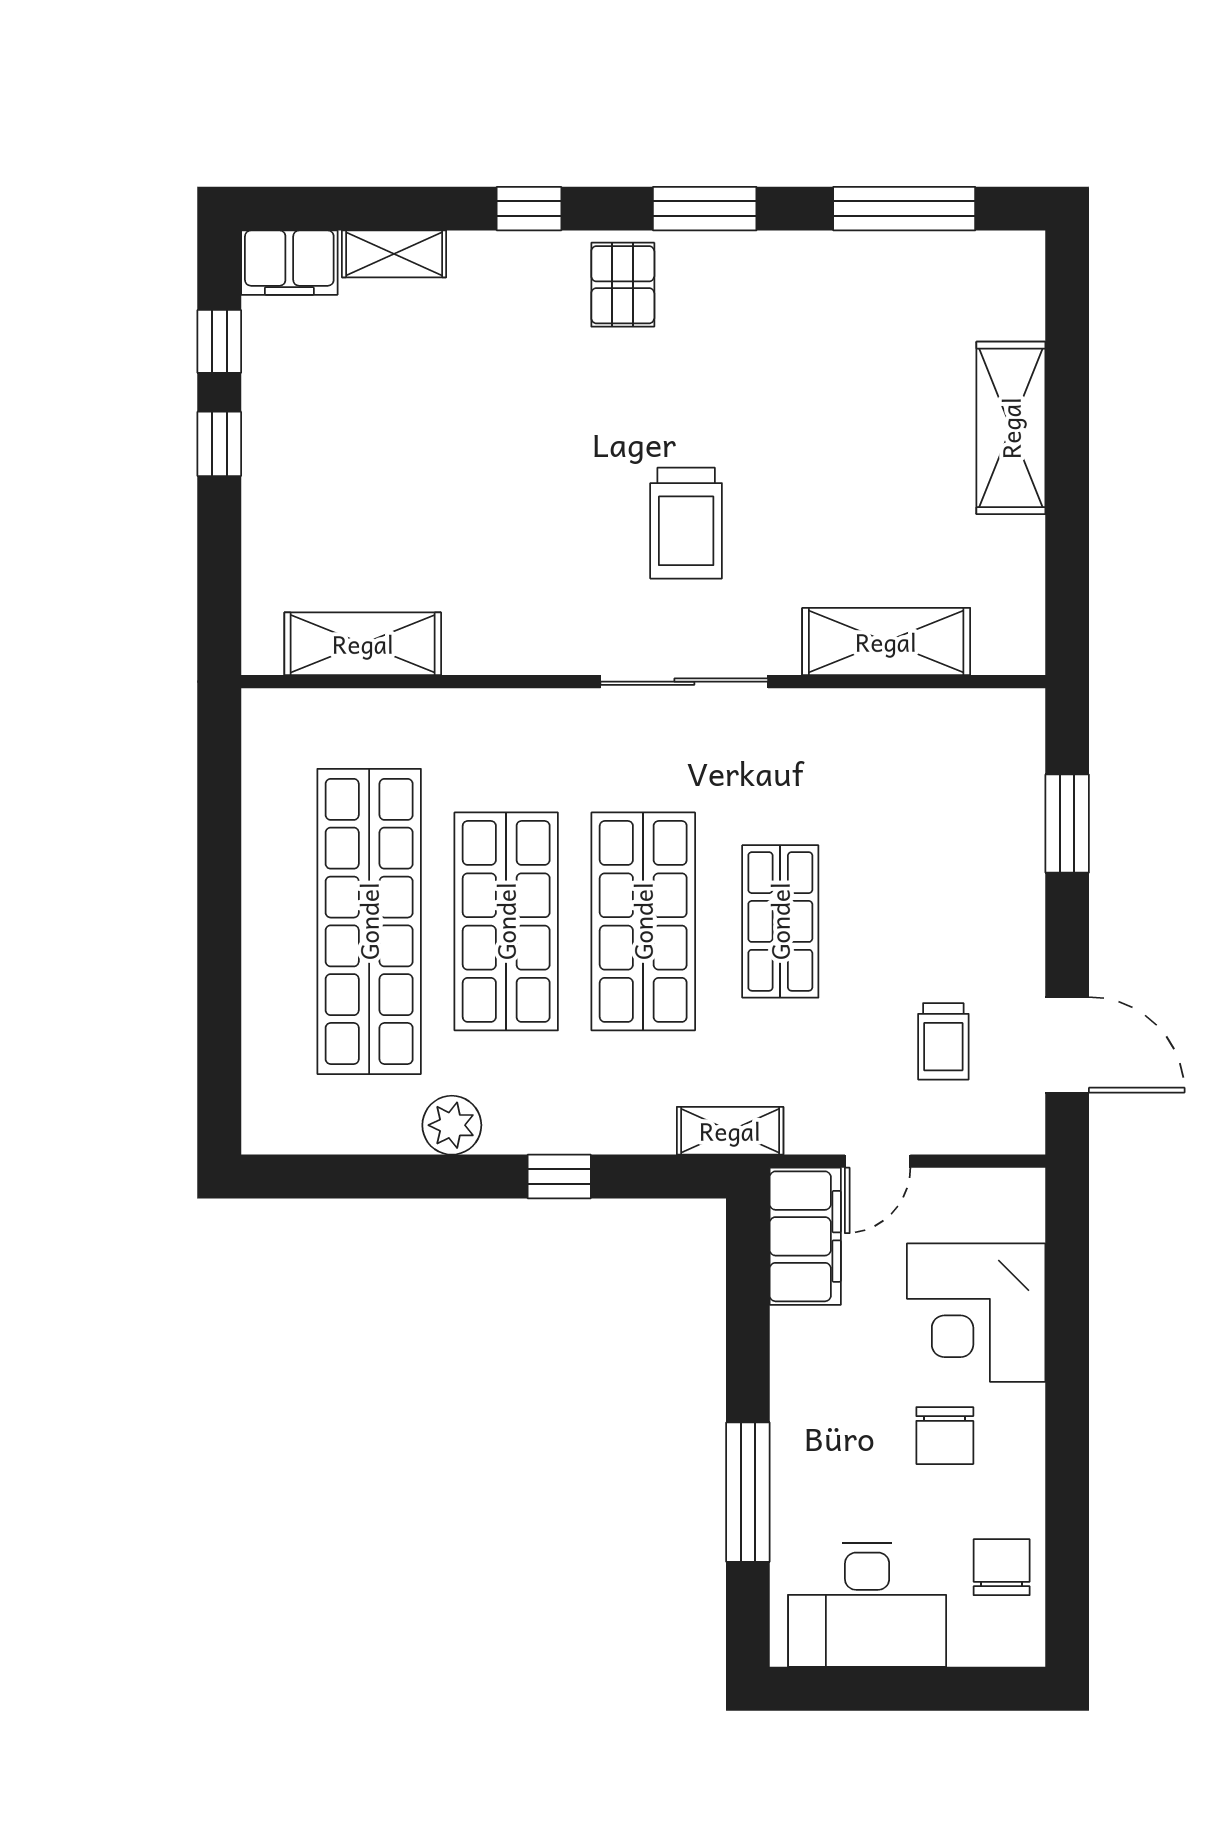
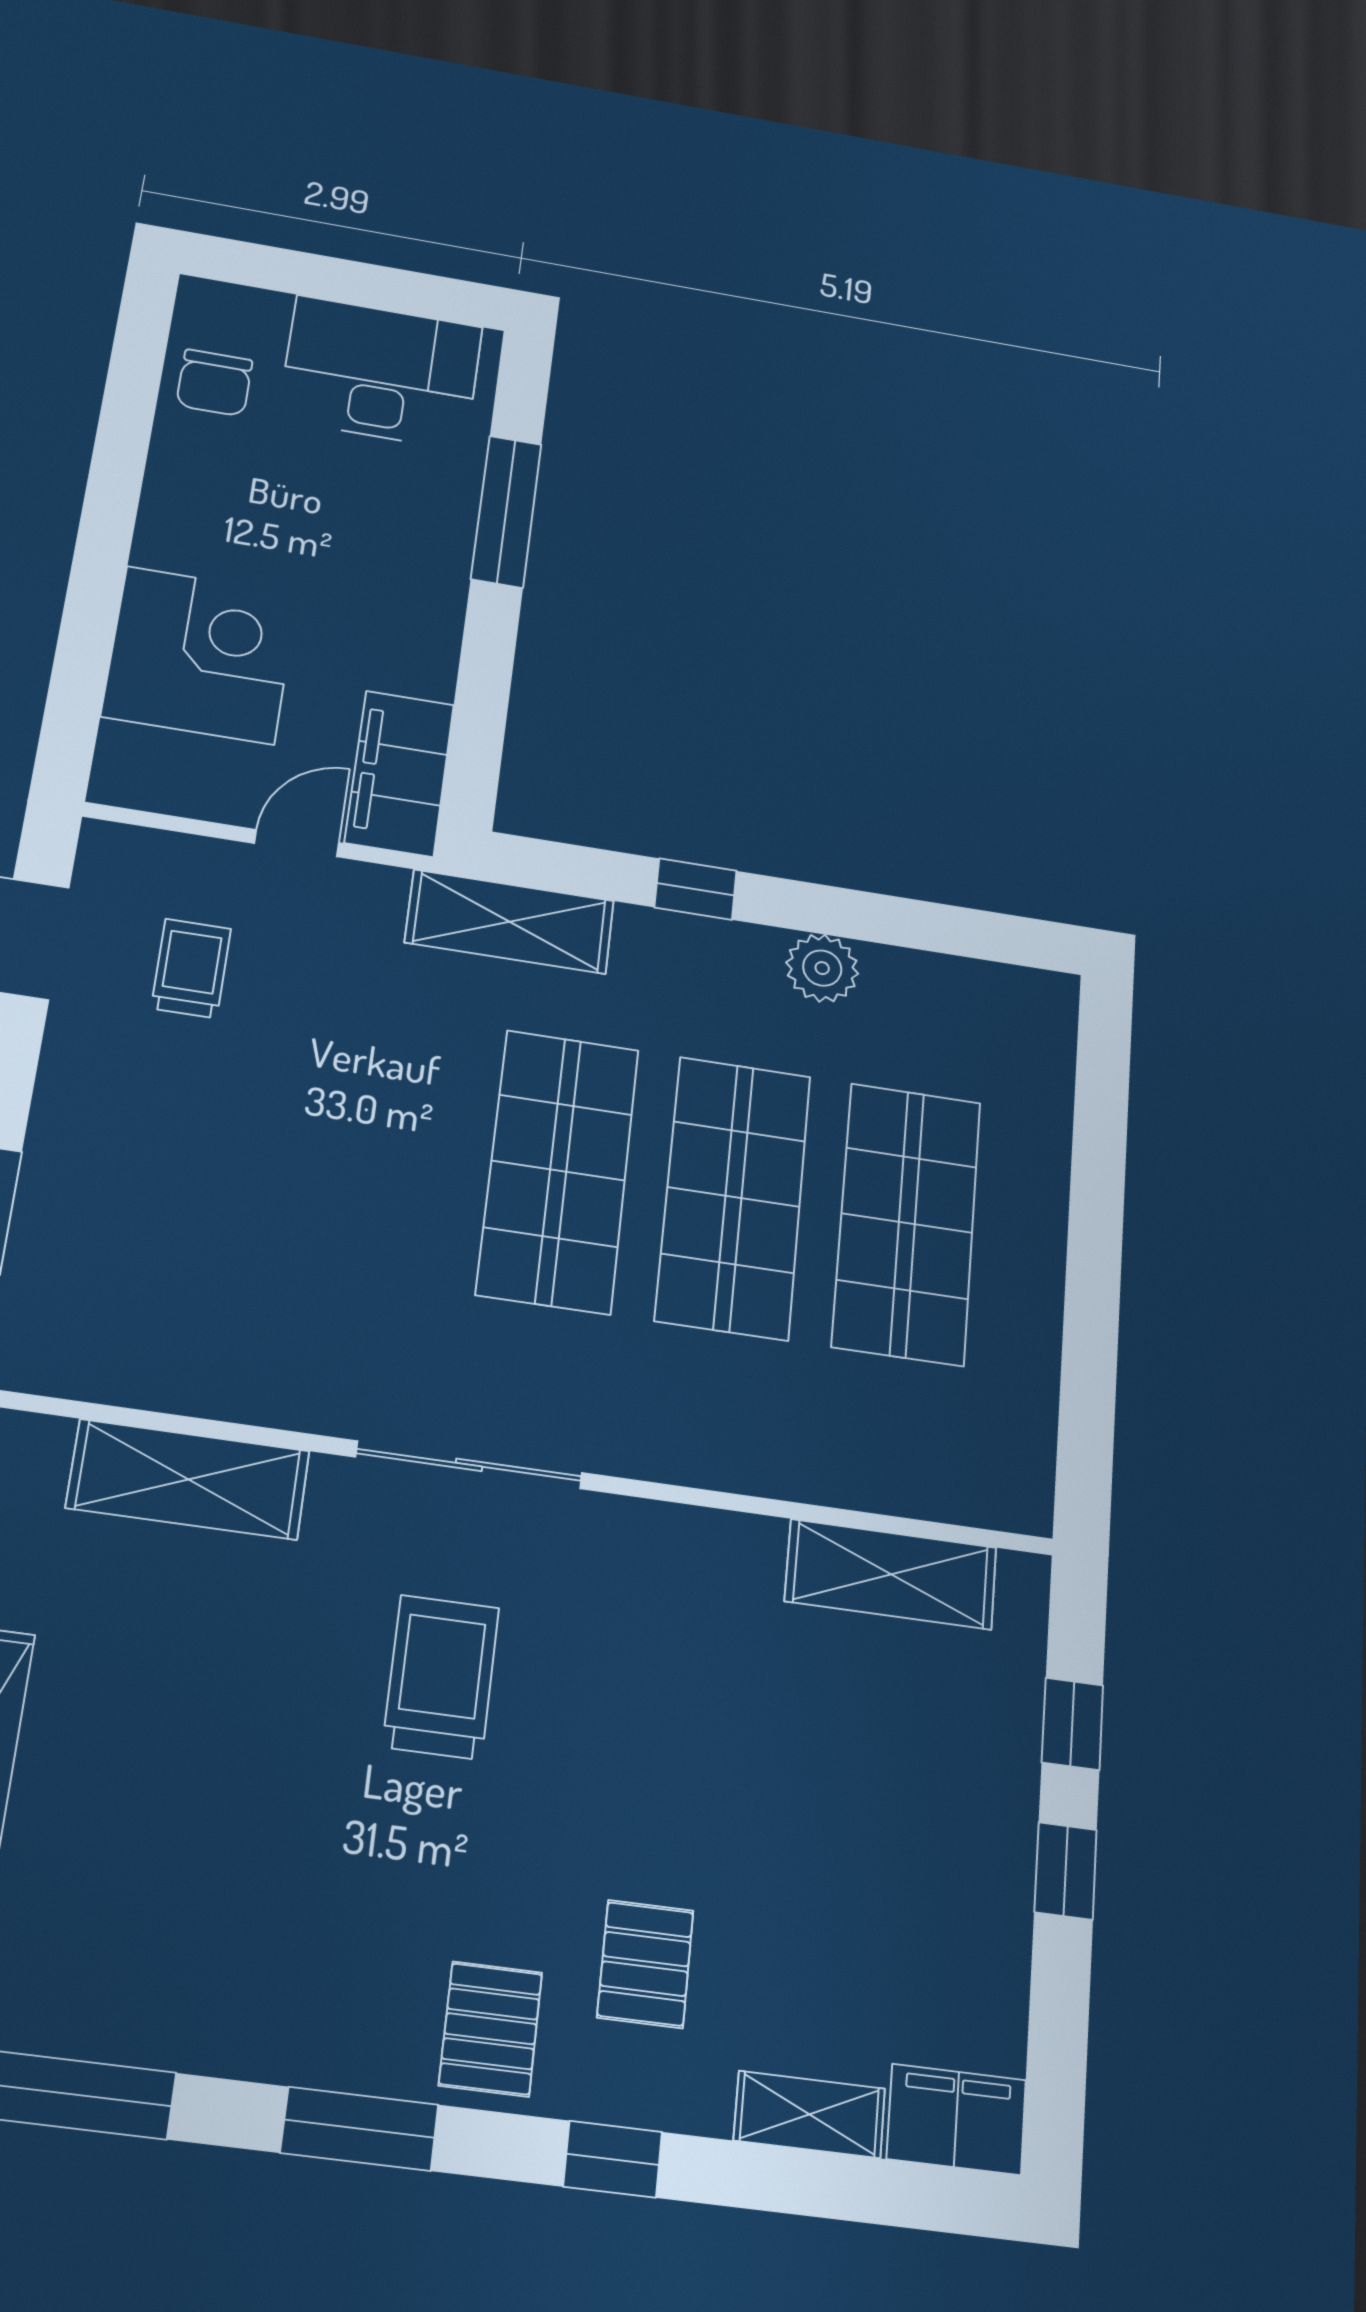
window: (219, 341) -> (1072, 1724), moved
pallet: (519, 341) -> (645, 1964), added
shop shelf: (369, 921) -> (907, 1223), width x0.71
shop shelf: (780, 921) -> (381, 1144), removed
shelving: (730, 1131) -> (510, 922), width x1.50, depth x1.33
chair: (945, 1436) -> (260, 530), removed

